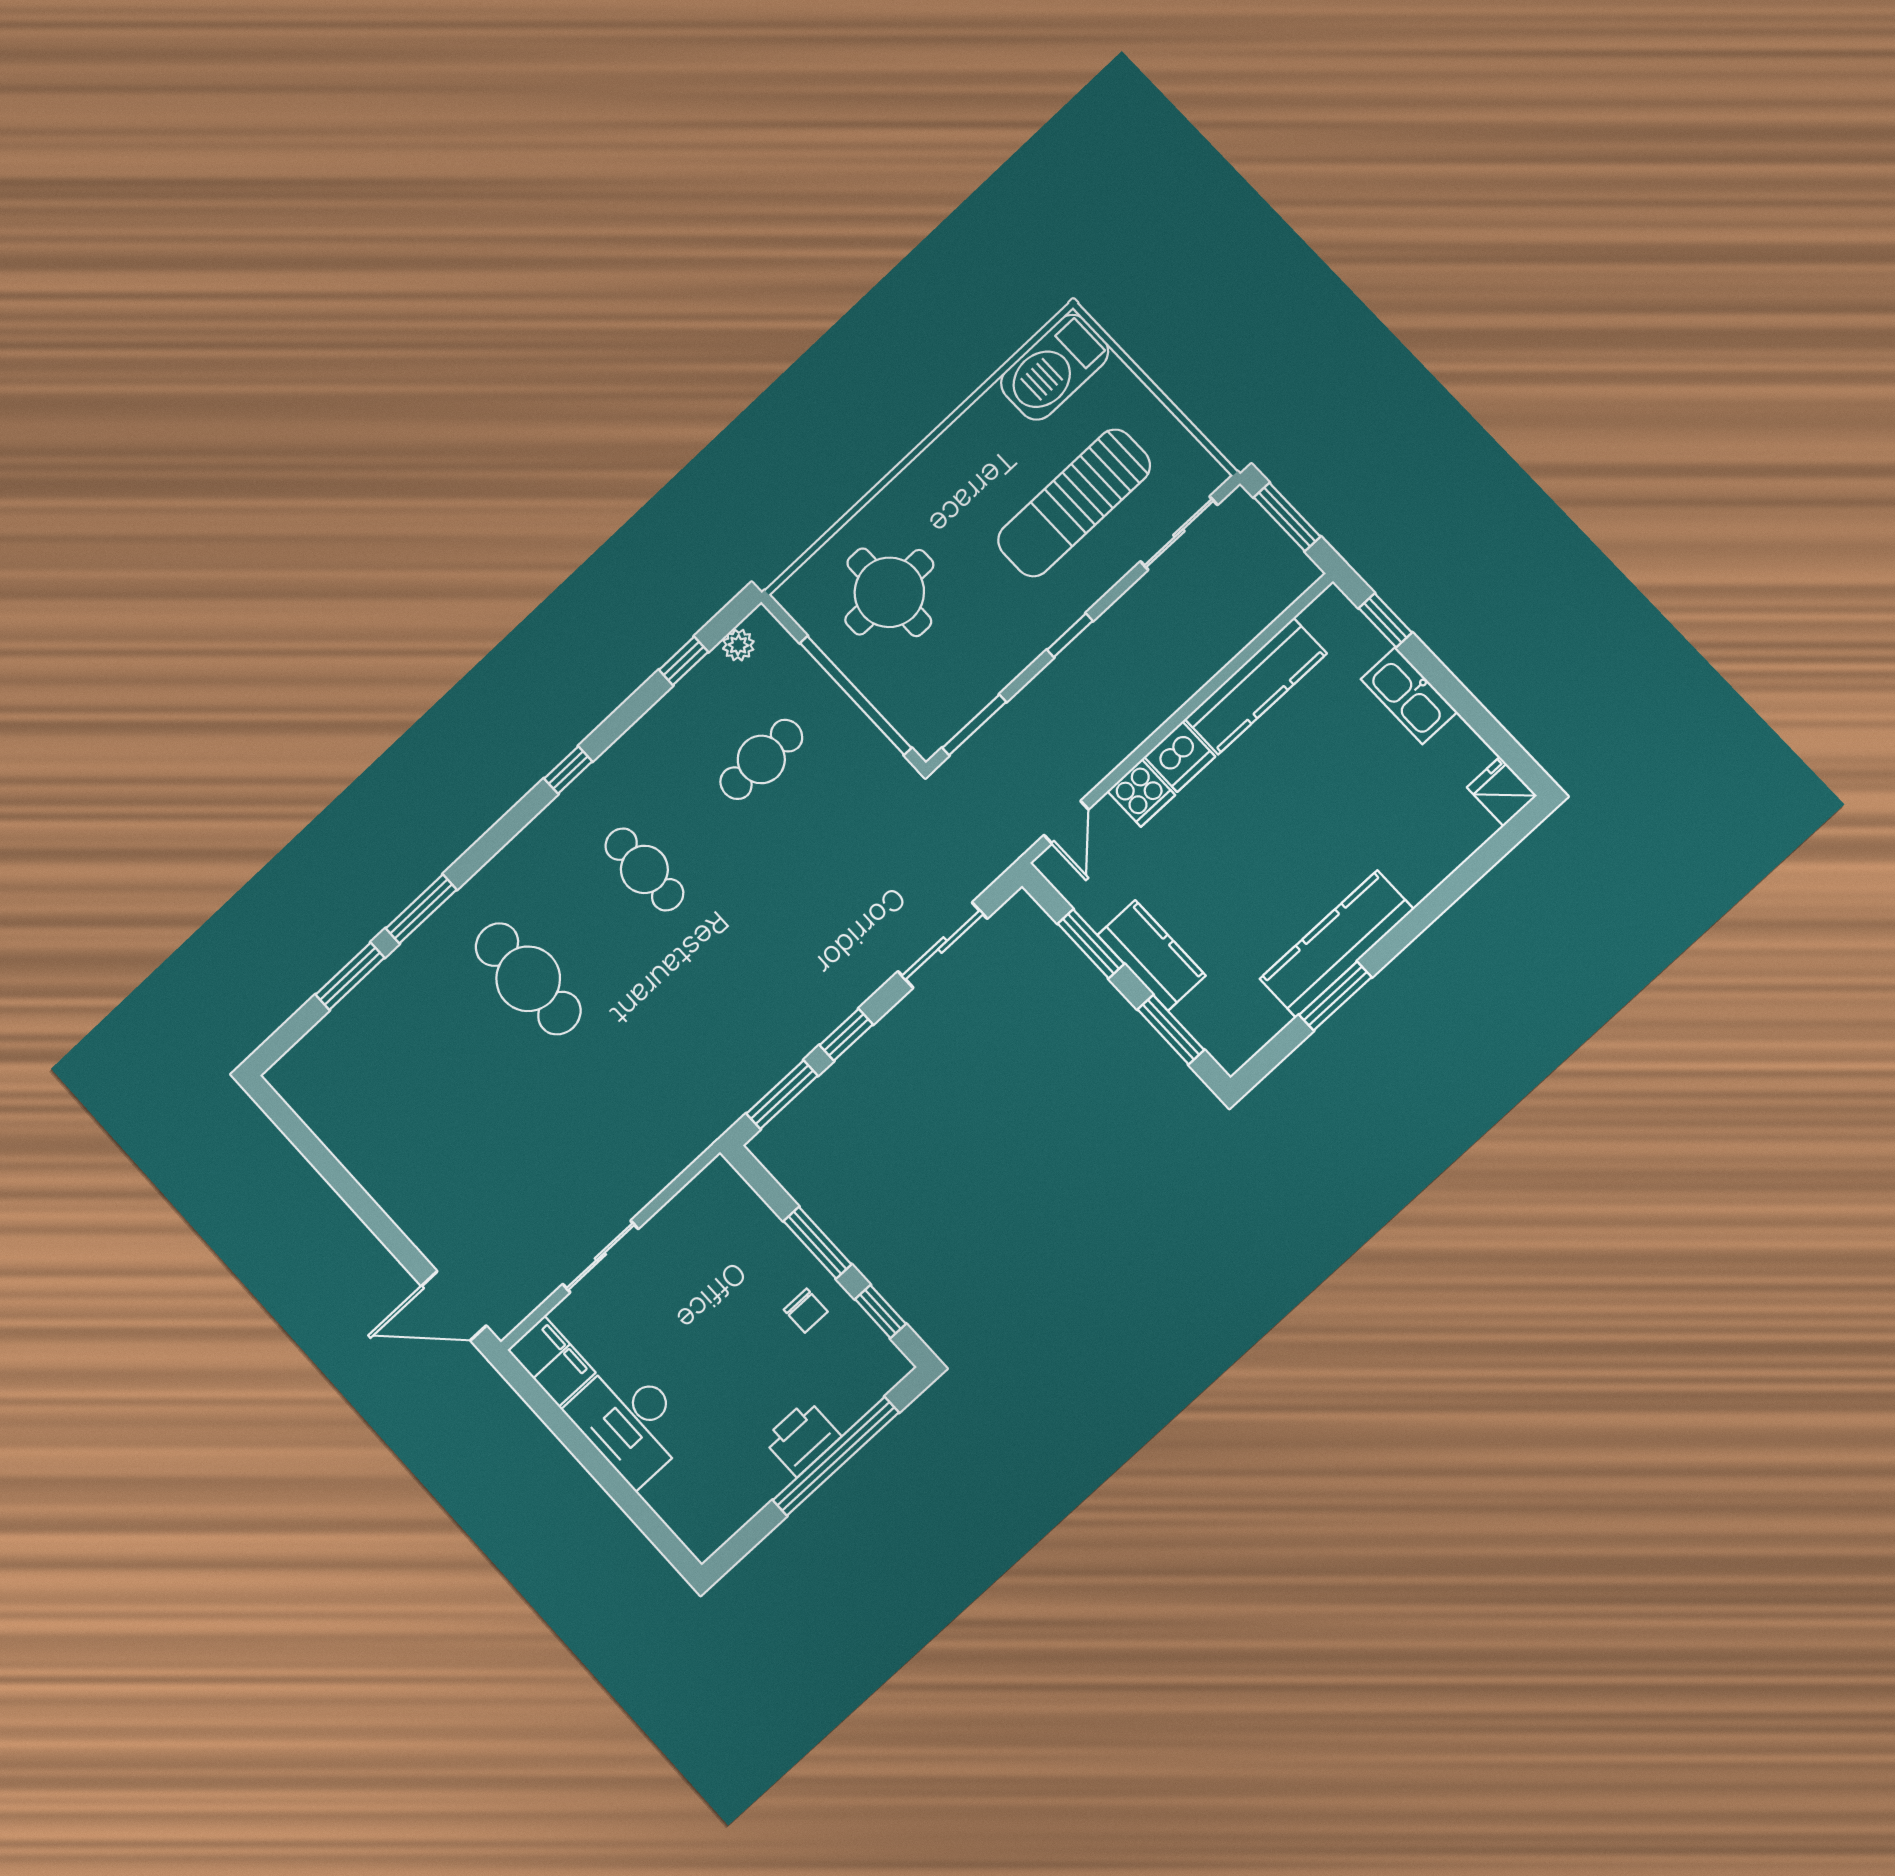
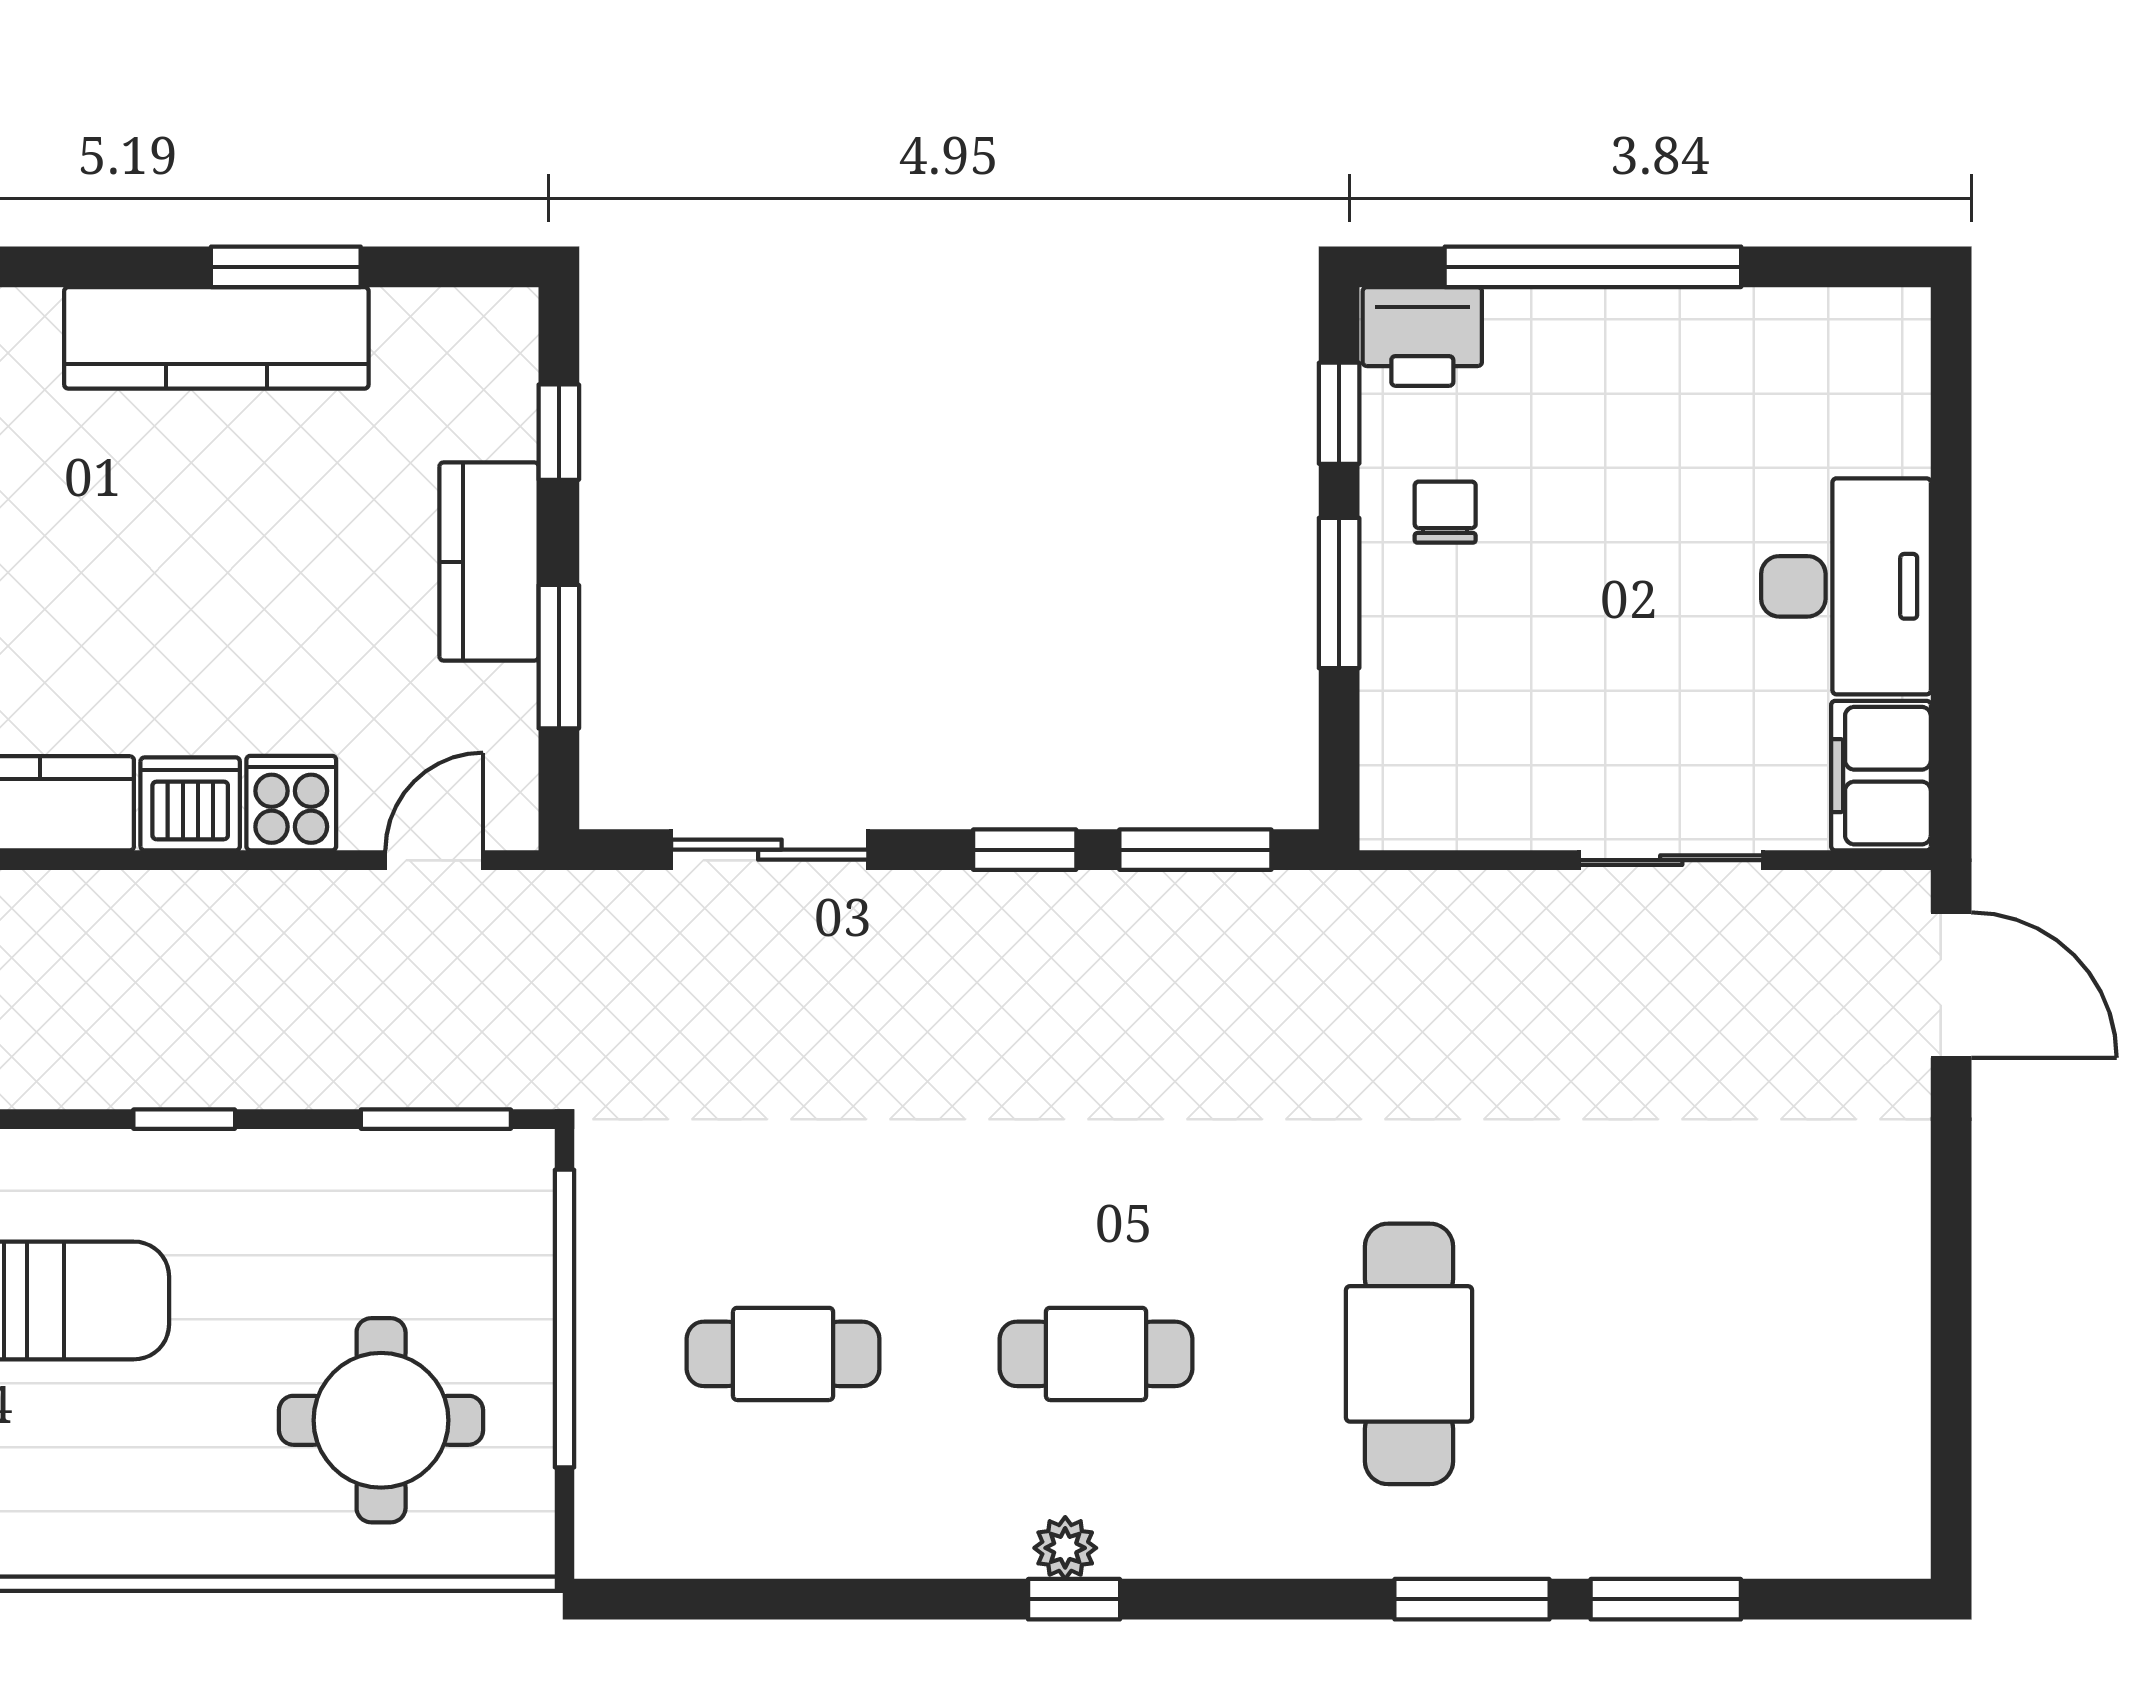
plant: (738, 645) -> (1065, 1548), moved
window: (684, 661) -> (764, 1599), removed
cafe table: (644, 869) -> (1096, 1354), turned 90
window: (1171, 1030) -> (559, 432), width x0.67
printer: (802, 1438) -> (1422, 336), moved

